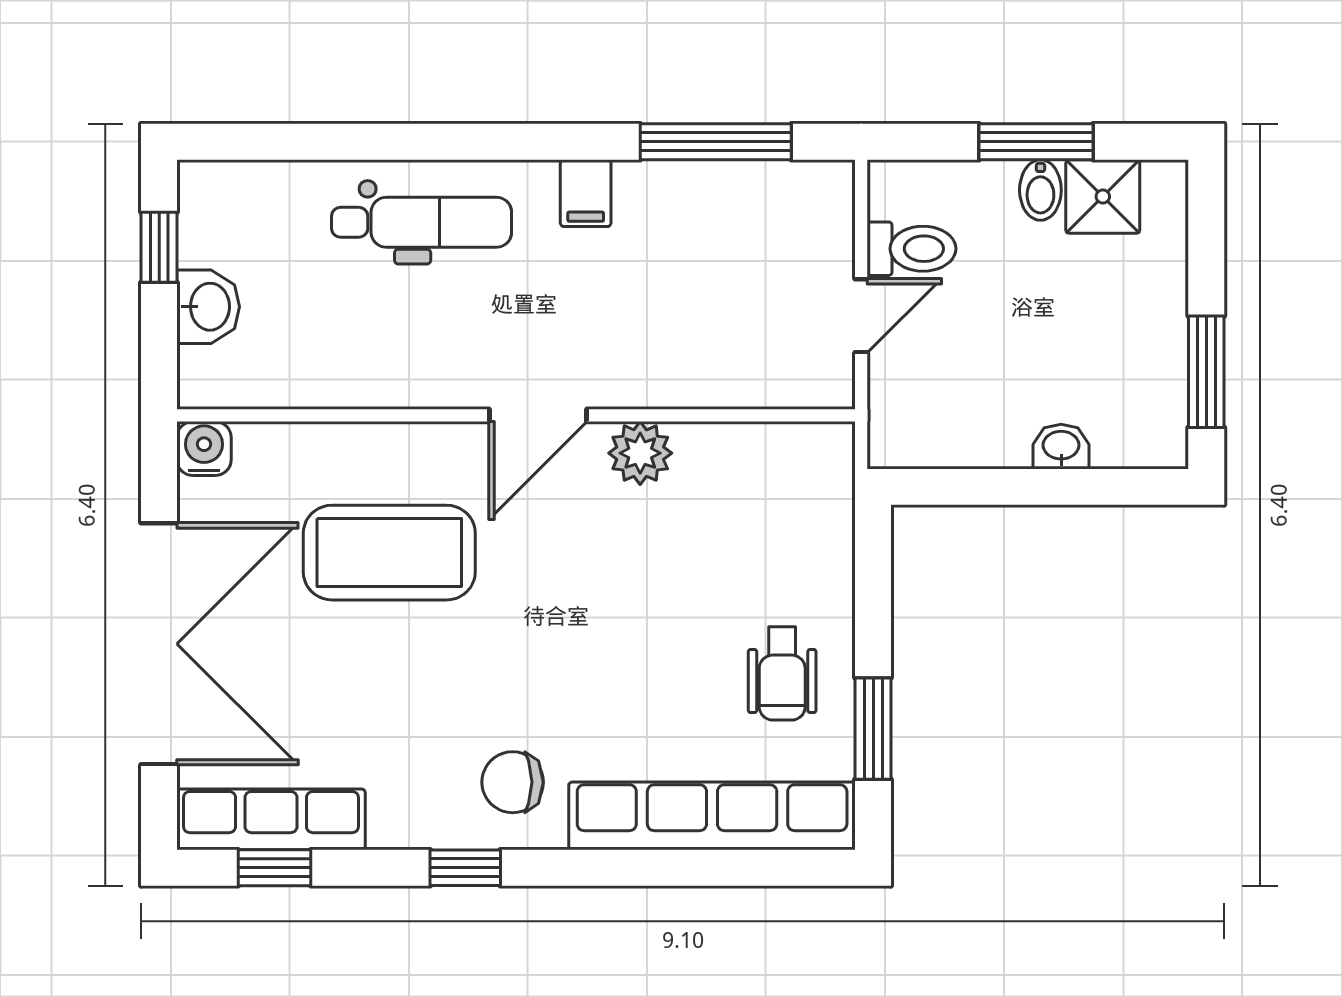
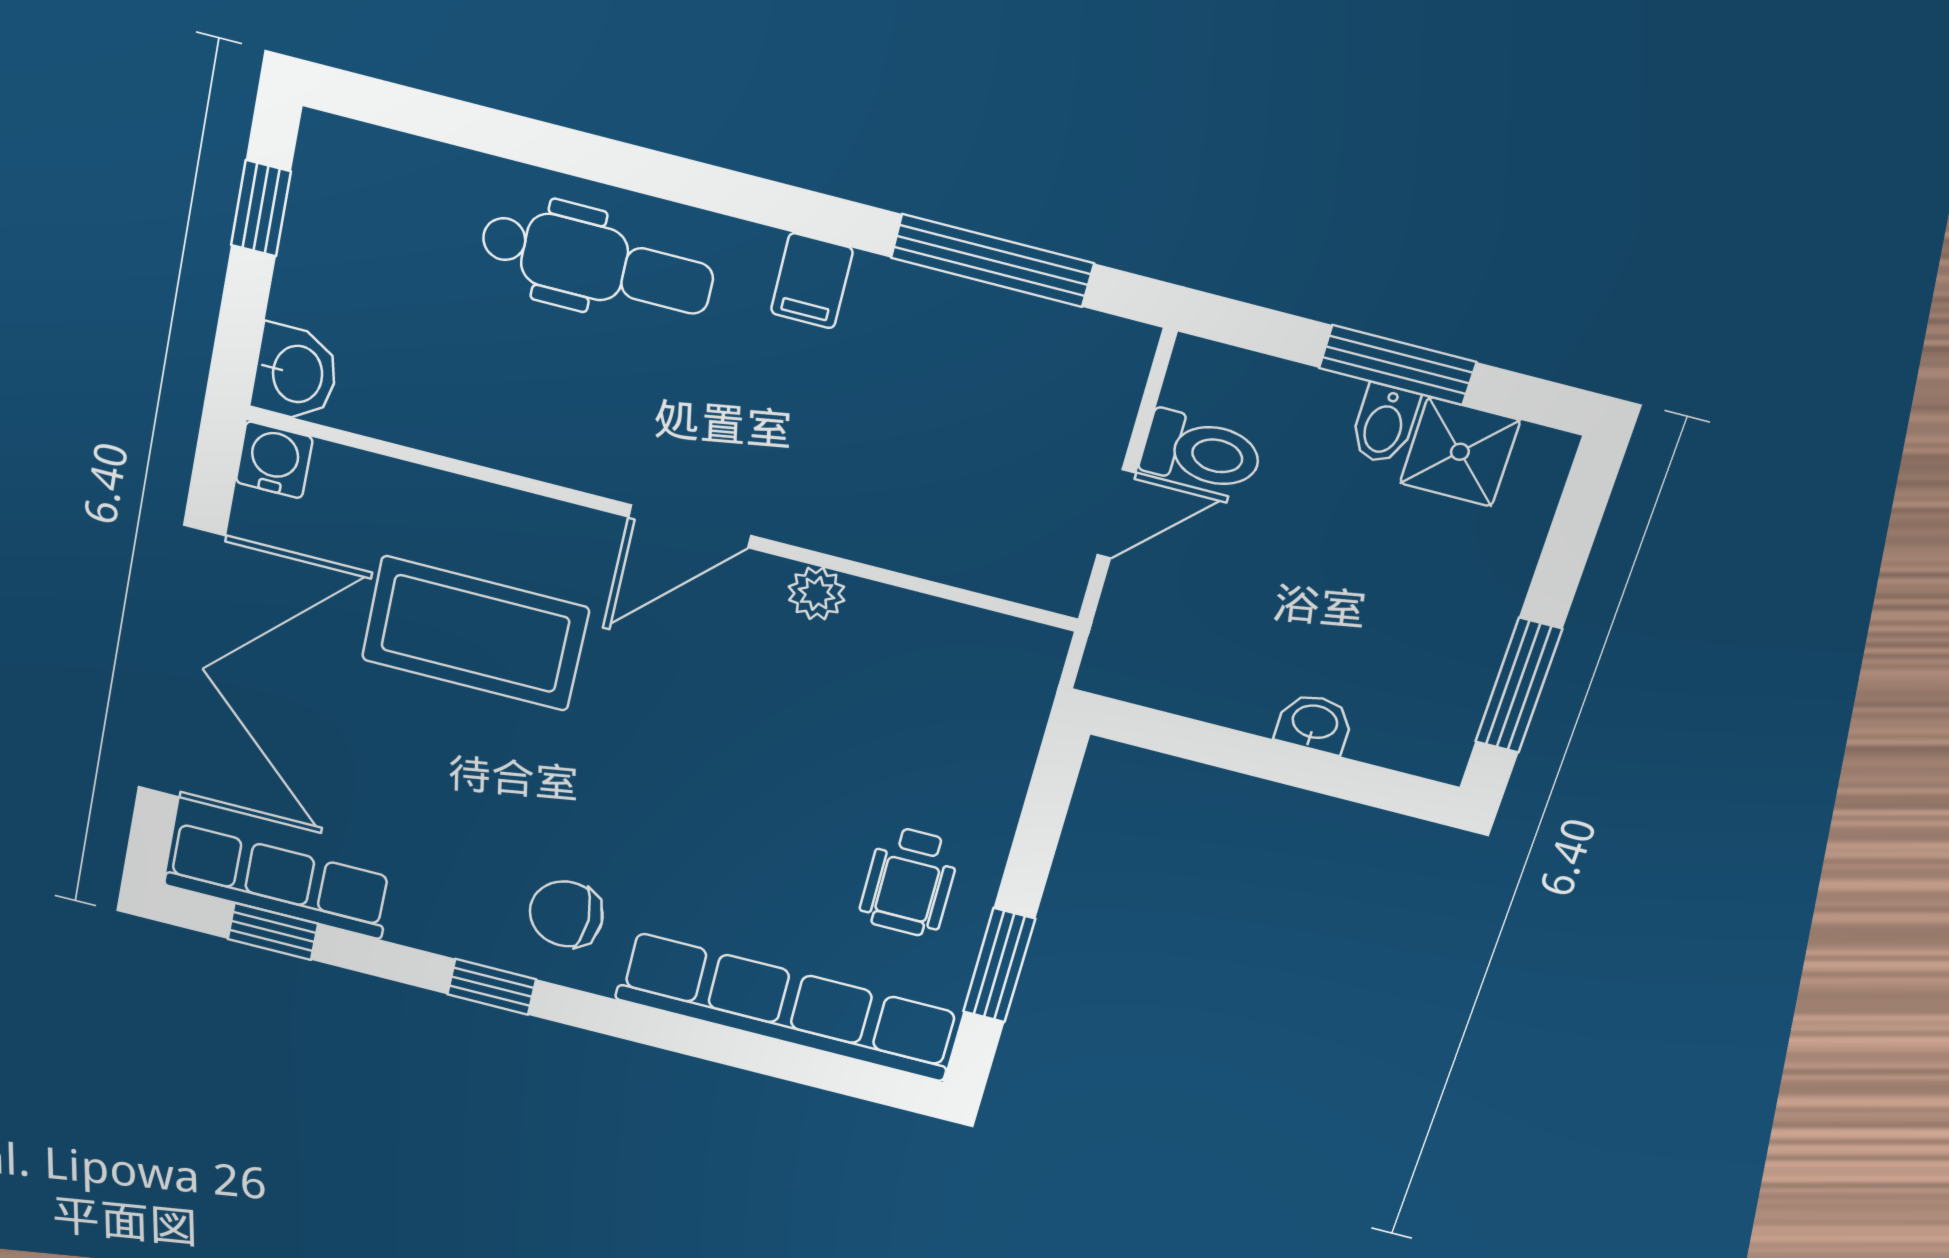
washbasin: (208, 307) -> (295, 373), moved
plant: (640, 453) -> (817, 593), width x0.73, depth x0.73

